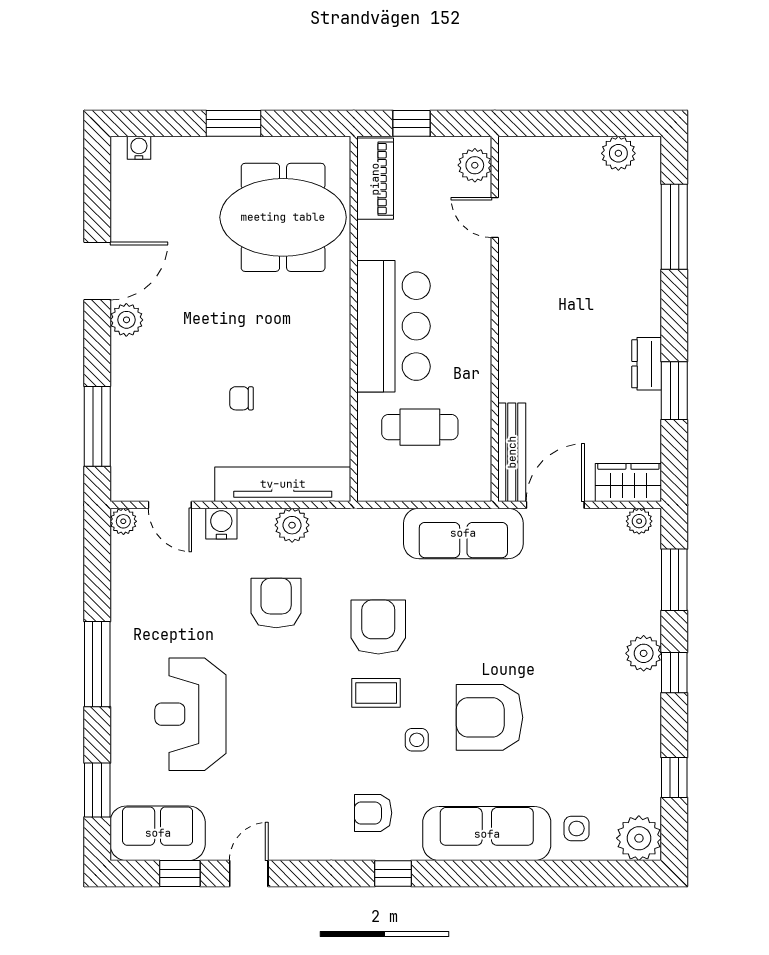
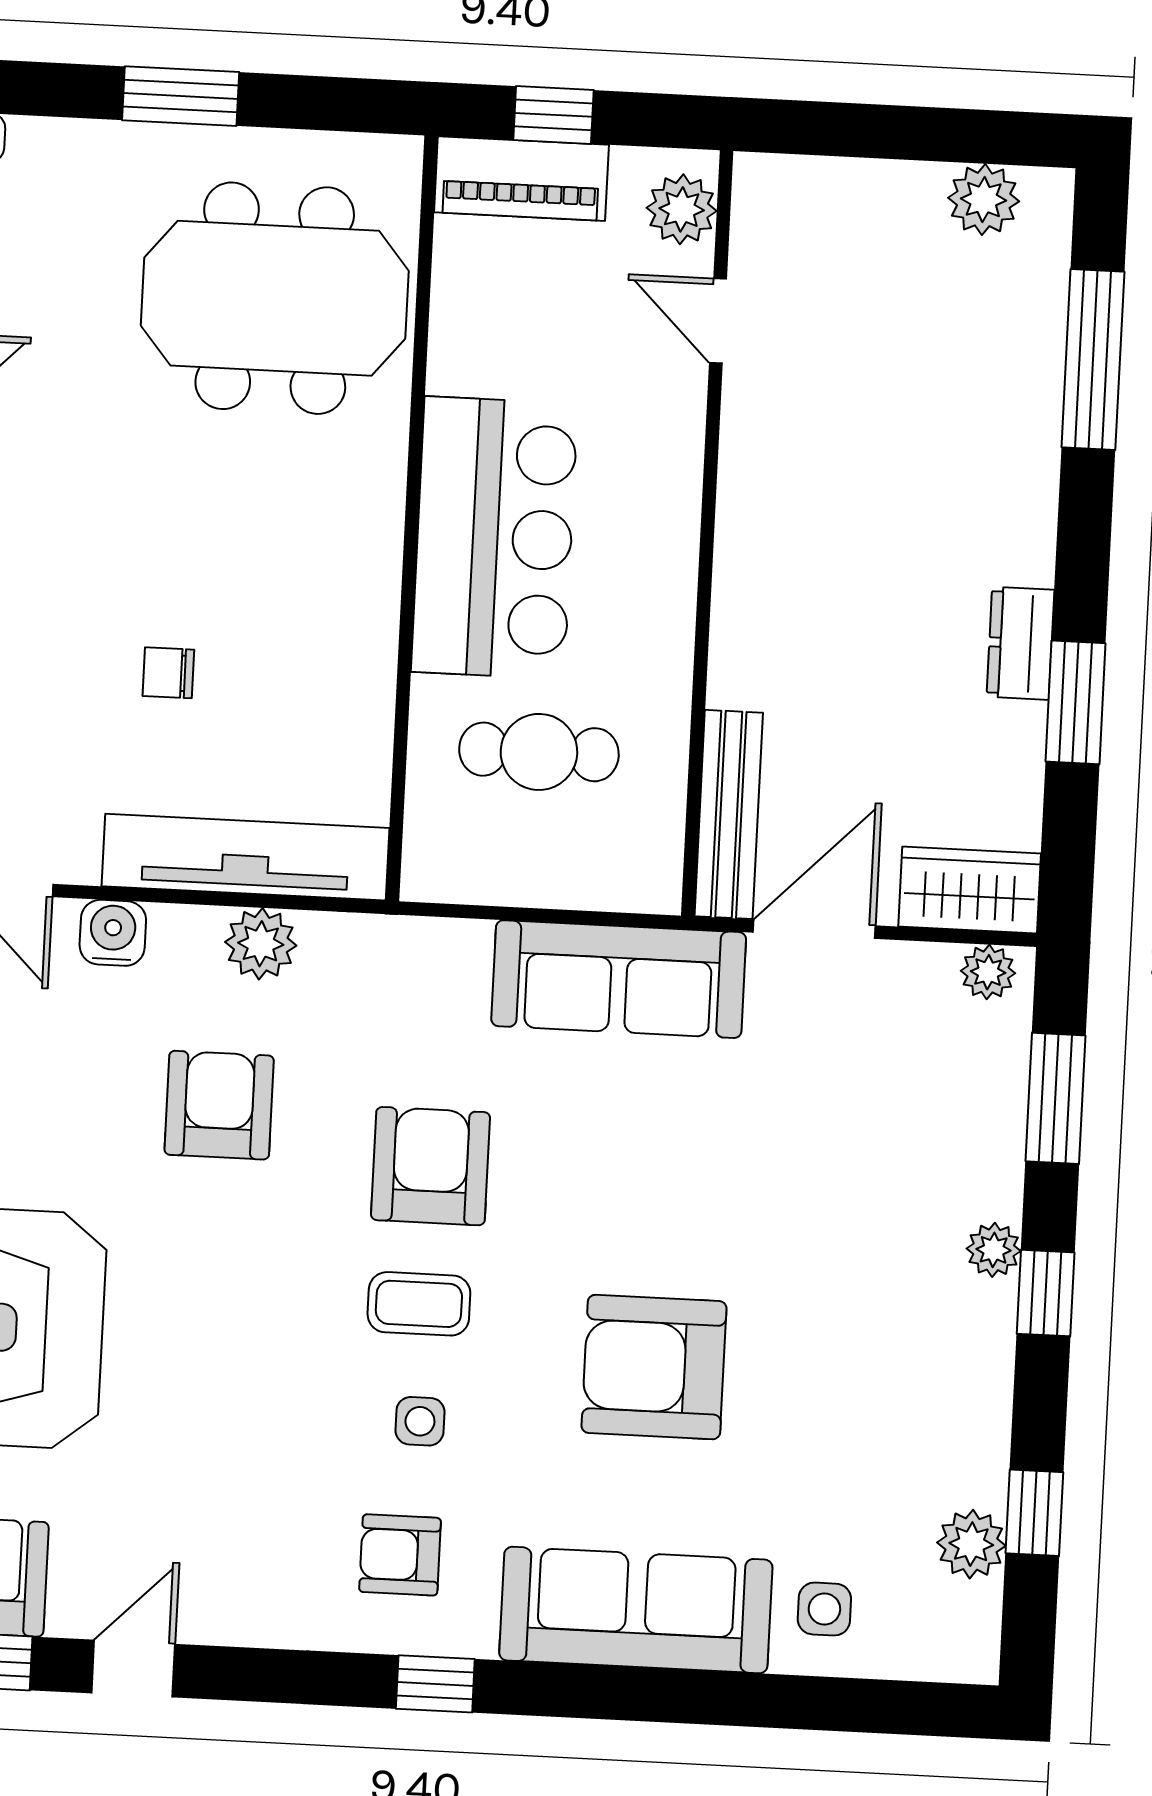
piano: (375, 179) -> (521, 179), moved, turned 90
plant: (644, 653) -> (994, 1250), width x0.73, depth x0.73
side table: (417, 740) -> (420, 1421), moved
plant: (639, 838) -> (971, 1544), moved, width x0.73, depth x0.73

